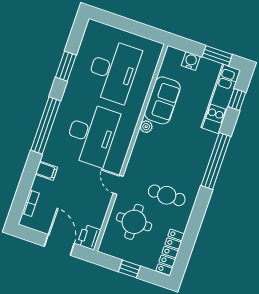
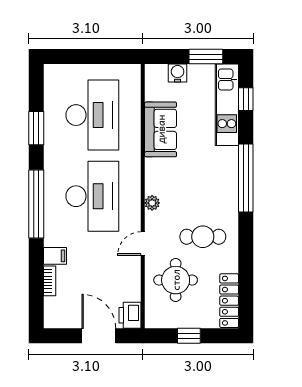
plant: (146, 127) -> (152, 203), moved
door: (118, 185) -> (143, 244), hinge flipped
bookcase: (31, 203) -> (50, 281), moved

